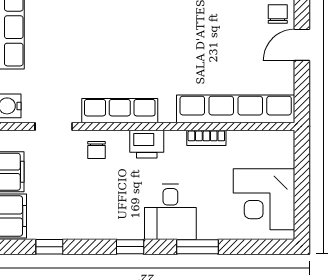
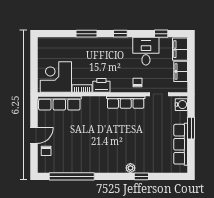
row of seats: (236, 109) -> (59, 103), width x0.73
printer: (147, 144) -> (101, 85), moved
corner desk: (264, 199) -> (56, 77), moved, turned -90
desk: (170, 212) -> (146, 51), moved

